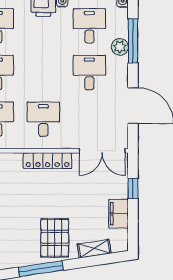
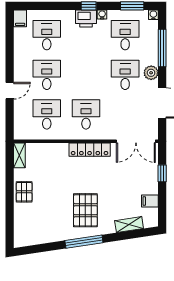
plant: (120, 47) -> (151, 73), moved
filing cabinet: (119, 214) -> (150, 201), width x0.50
pallet: (55, 238) -> (85, 210), moved

